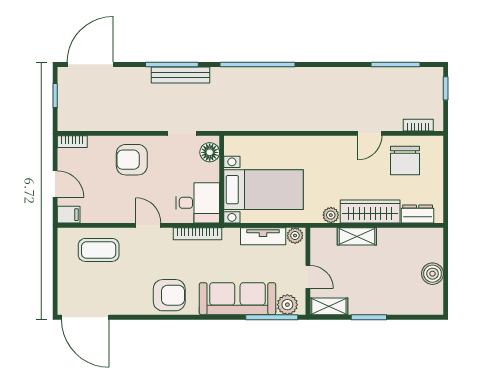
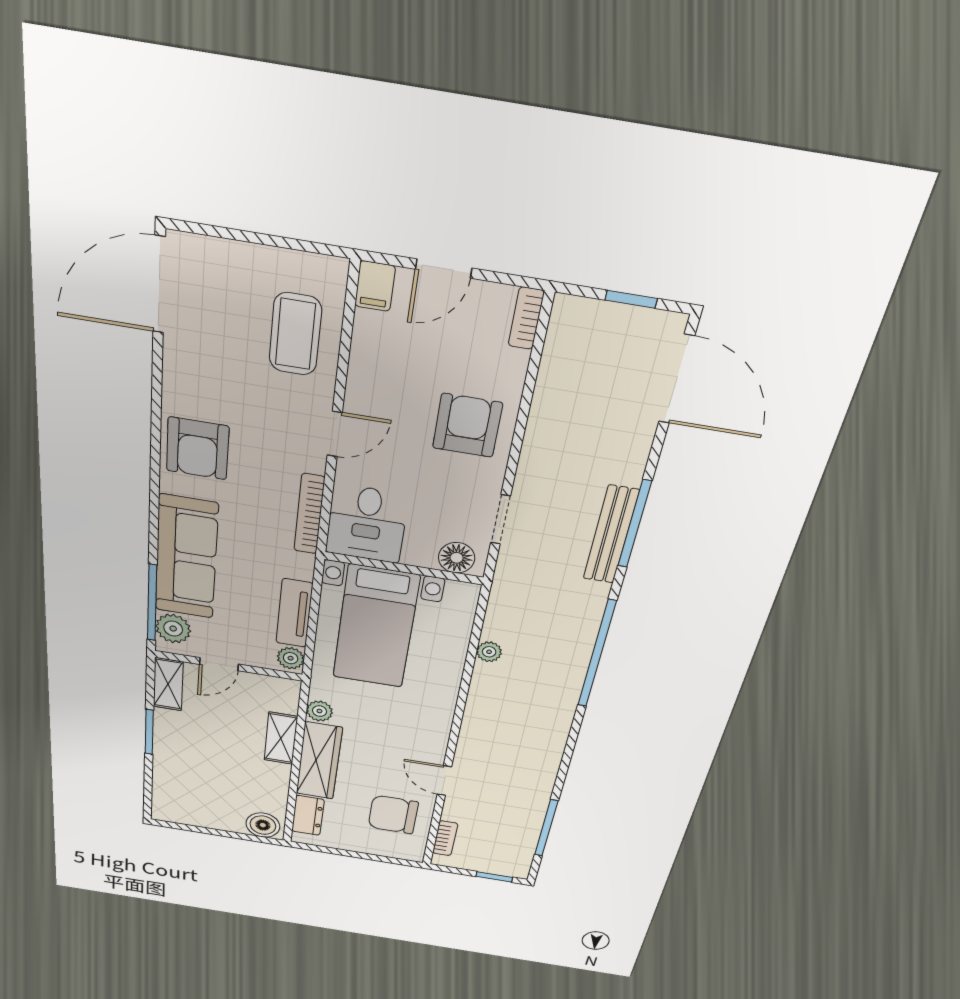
plant: (268, 124) -> (489, 652), added
boiler: (433, 274) -> (263, 825), moved

